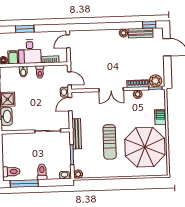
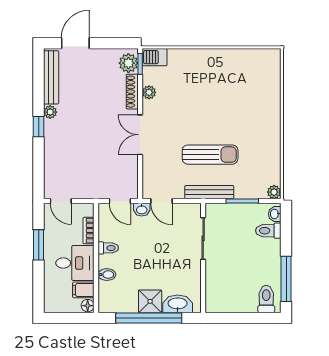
window: (149, 25) -> (39, 127), moved
window: (25, 29) -> (39, 245), moved
bench: (141, 33) -> (51, 77), width x1.36
door: (69, 78) -> (120, 201), swing flipped
double door: (111, 90) -> (140, 135), swing flipped
barbecue: (160, 117) -> (155, 57), moved
sun lounger: (110, 142) -> (210, 155), moved
parasol: (145, 147) -> (234, 84), removed
toilet: (42, 172) -> (268, 231), moved

